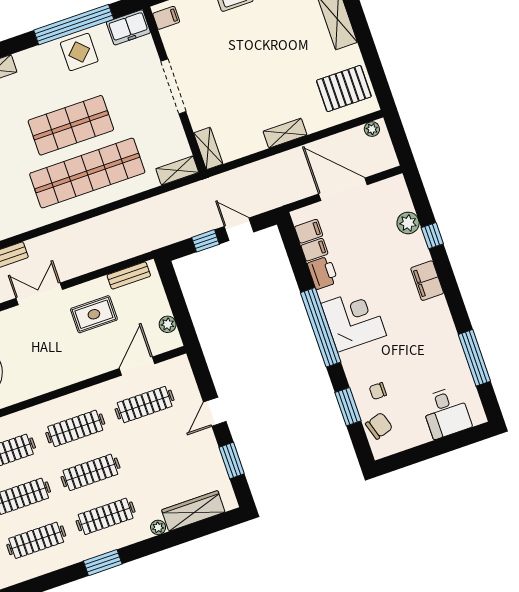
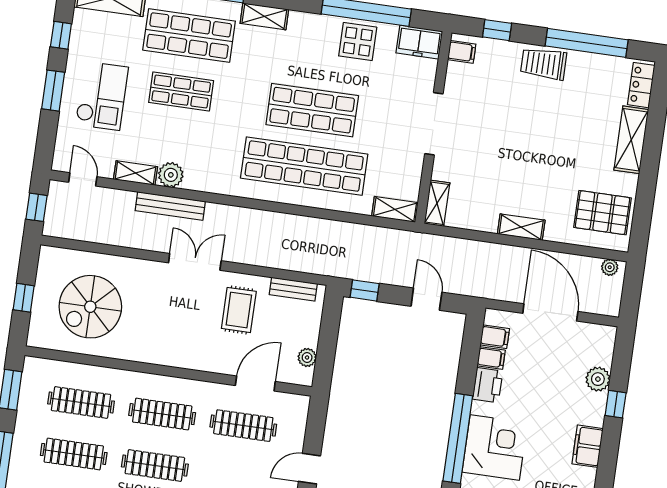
window: (206, 241) -> (365, 290), moved
rug: (94, 314) -> (239, 310), turned 90

